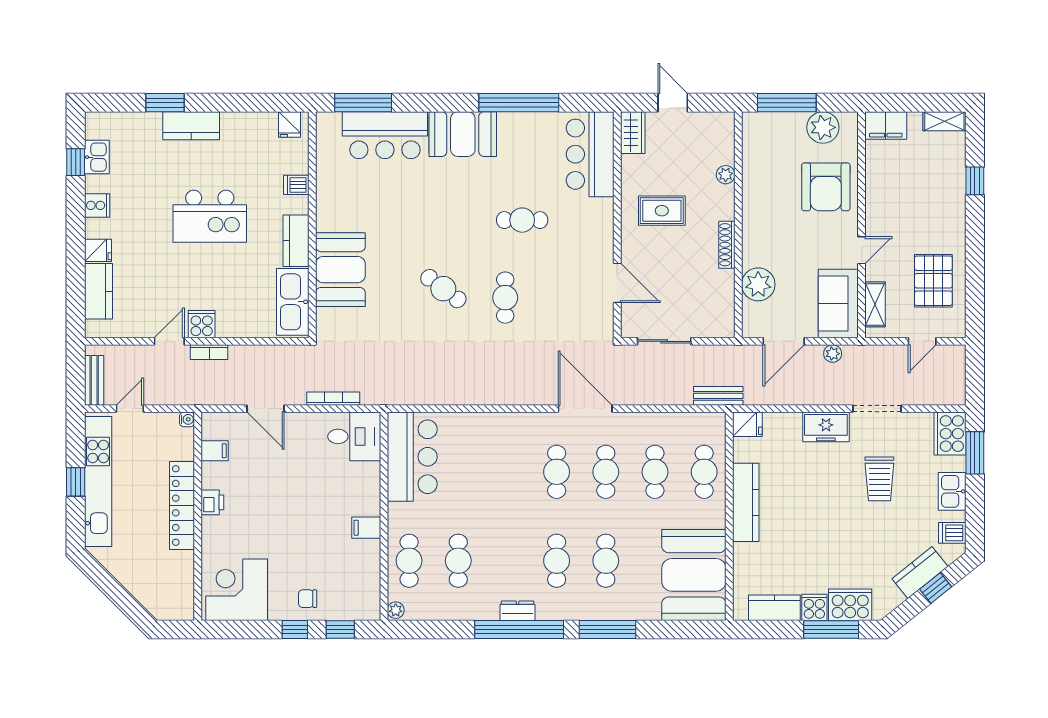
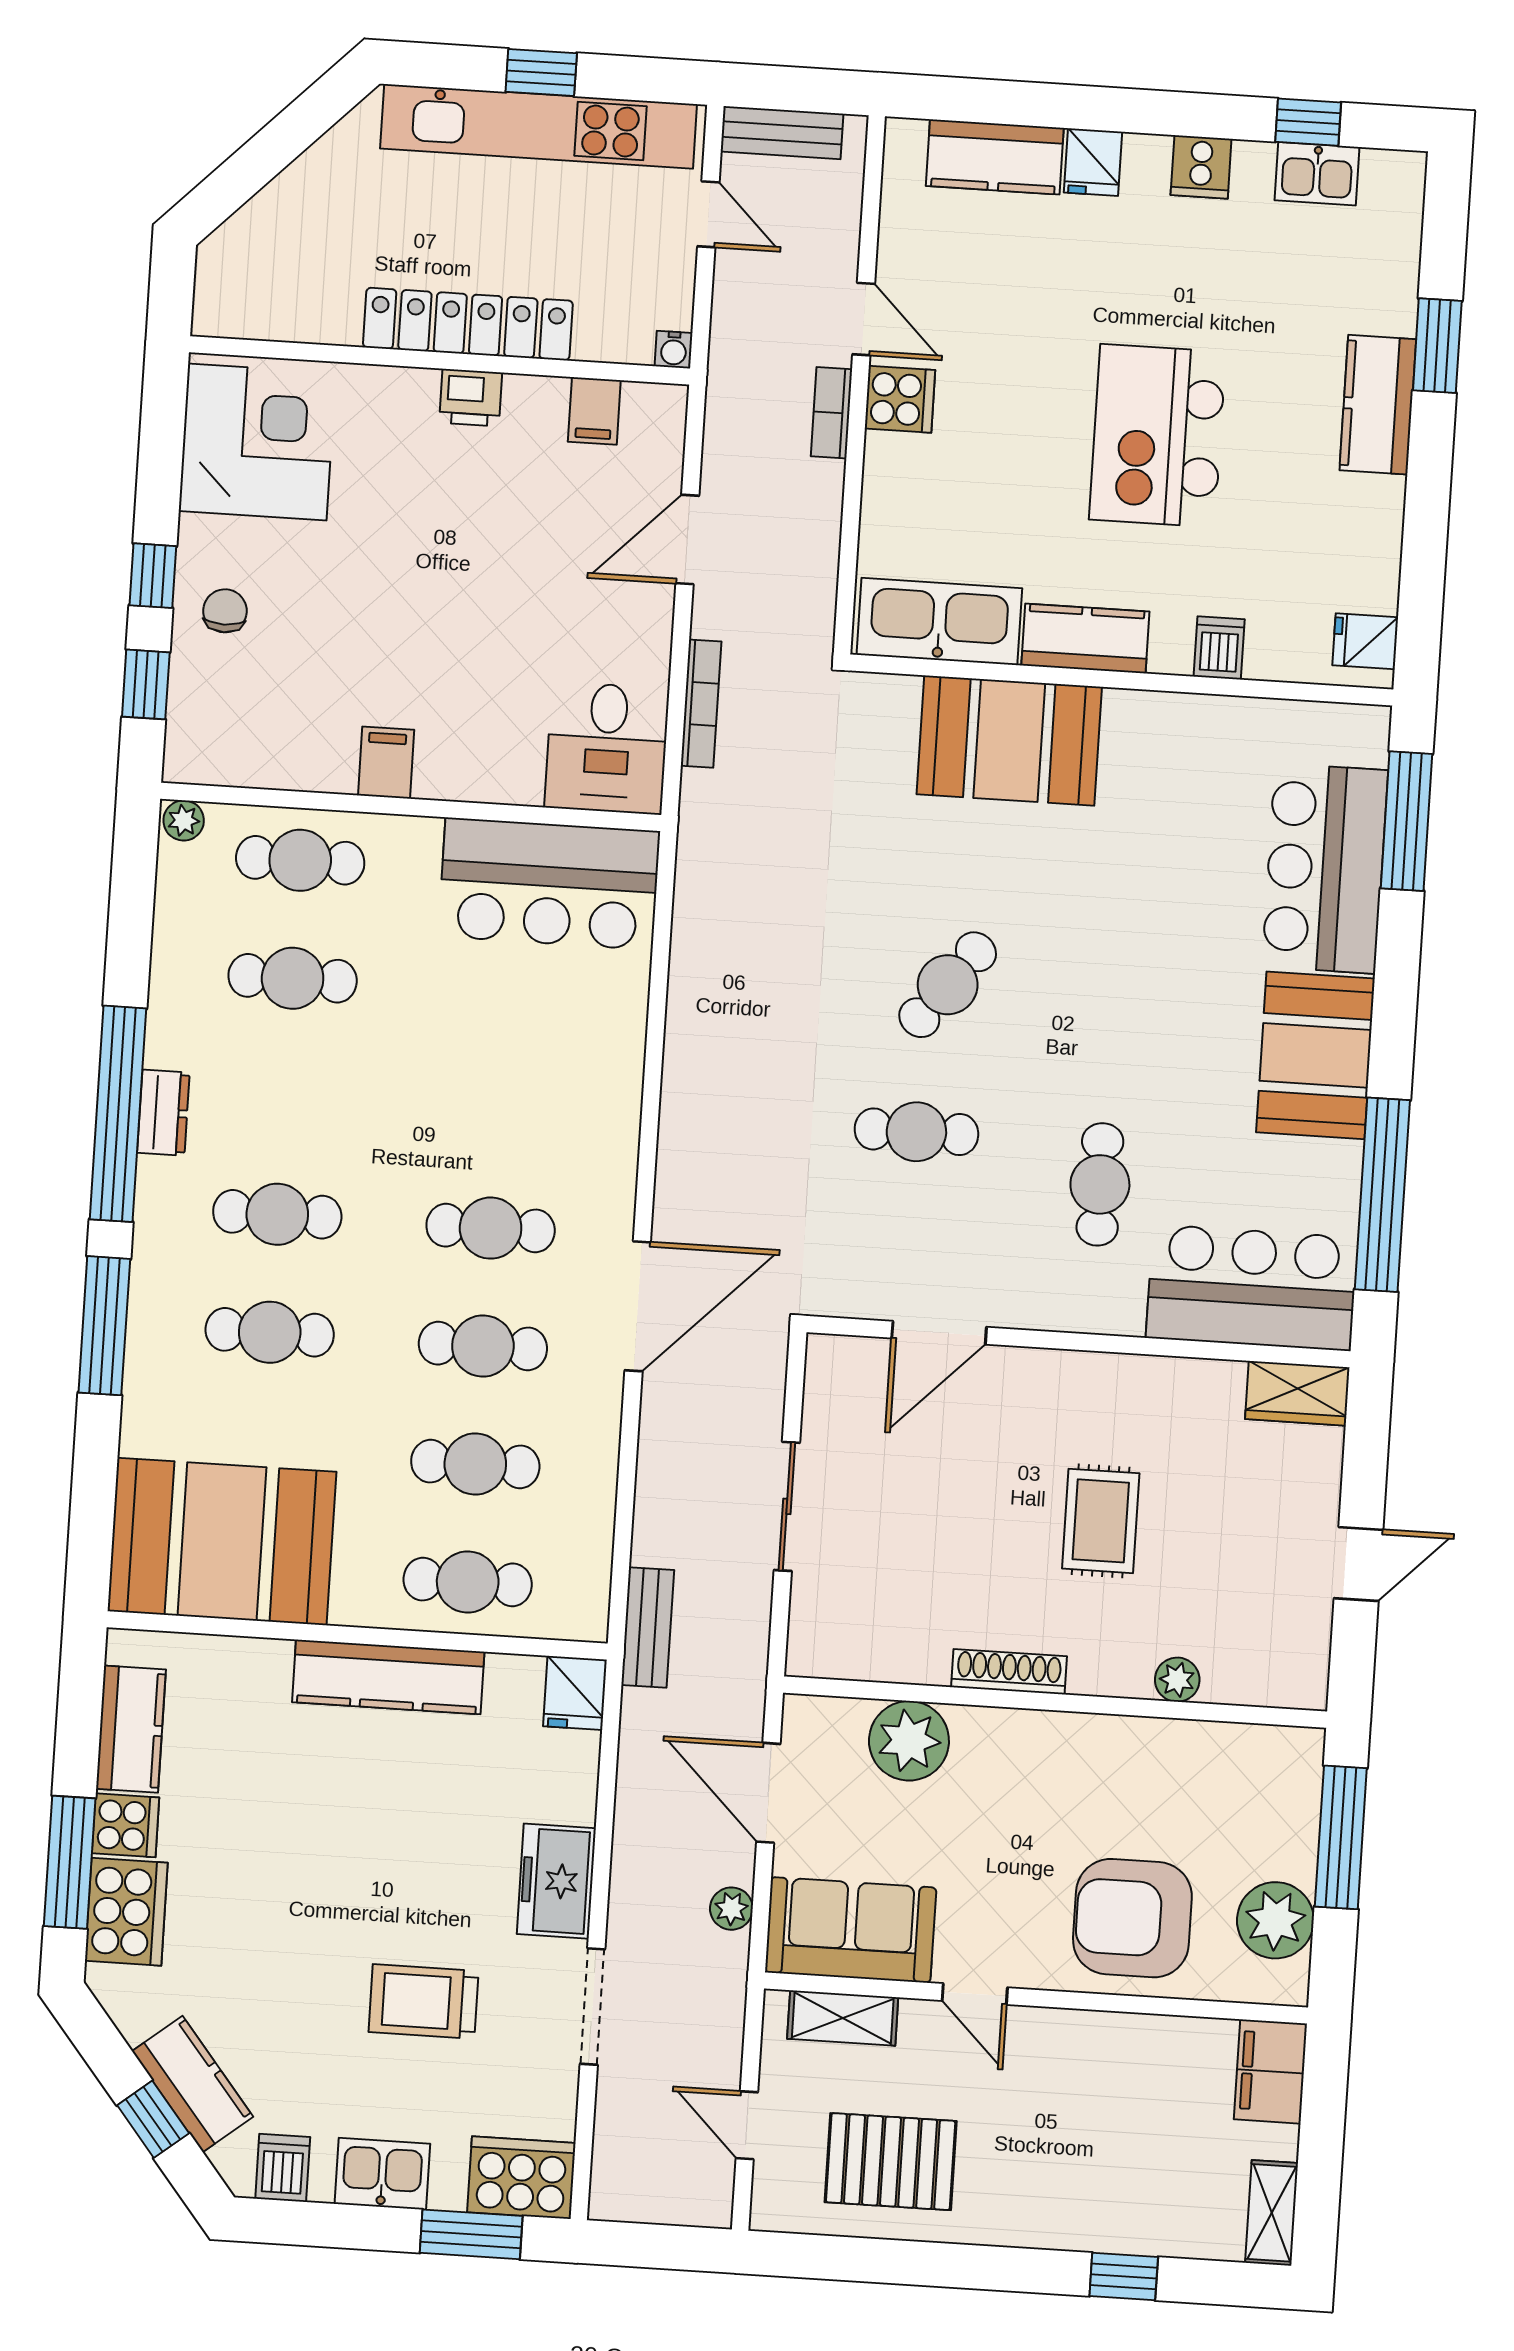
wardrobe: (633, 133) -> (1297, 1393), moved
bar counter: (590, 154) -> (1252, 1288), moved
wall: (617, 225) -> (1078, 1342), moved
door: (617, 283) -> (939, 1333), moved

